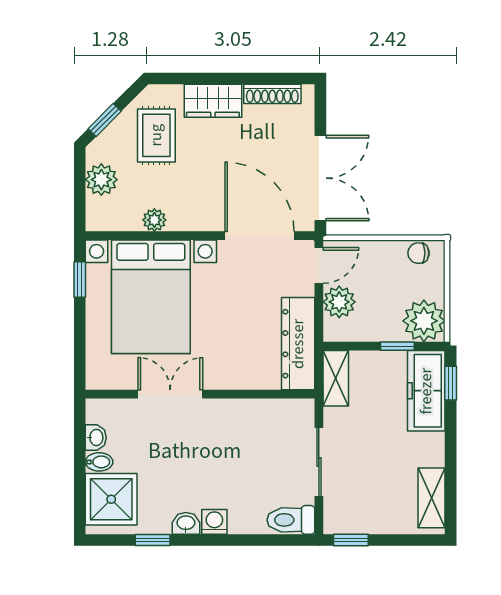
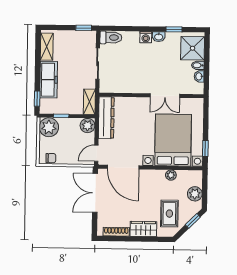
plant: (339, 302) -> (87, 126), moved
freezer: (426, 391) -> (49, 80), moved

